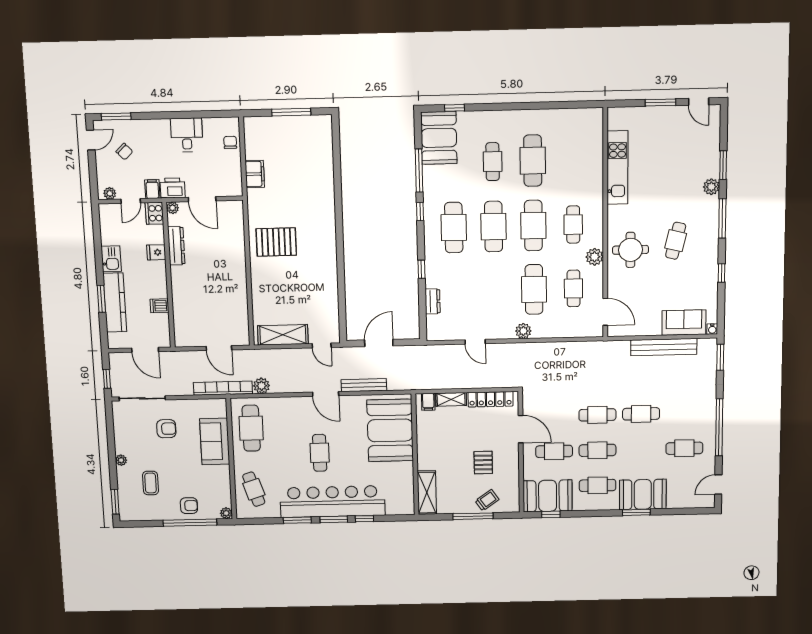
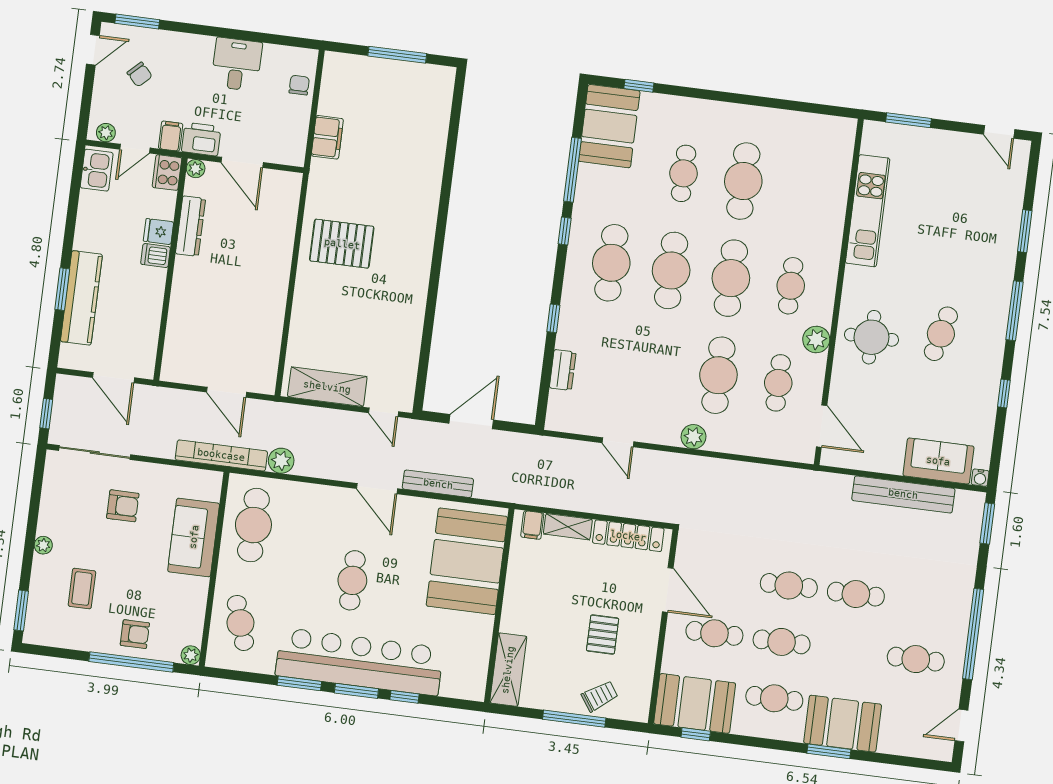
window: (660, 103) -> (909, 120), moved
plant: (711, 187) -> (1004, 261), removed
kitchen sink: (111, 259) -> (97, 170), moved
dishwasher: (159, 306) -> (155, 256), moved

